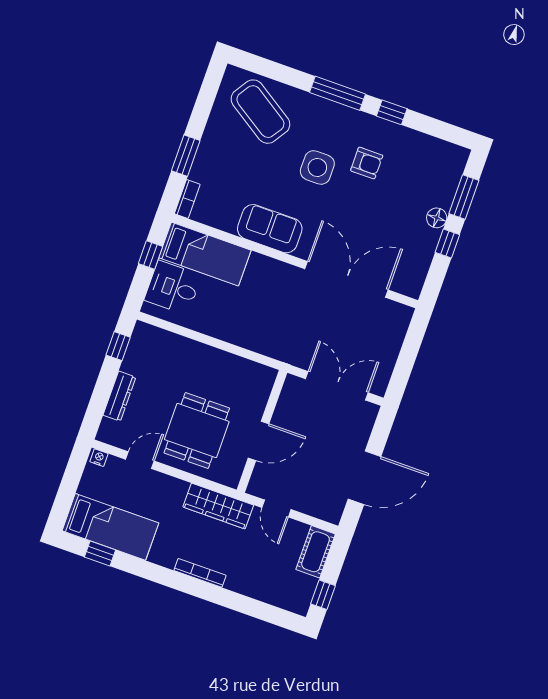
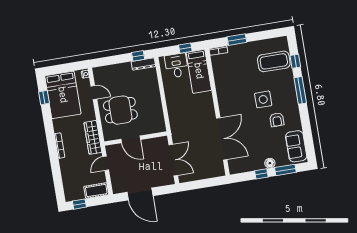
coffee table: (260, 112) -> (274, 61), turned 57
window: (392, 112) -> (295, 61), moved
sofa: (270, 229) -> (296, 146), moved, turned 180
dresser: (119, 396) -> (143, 64), moved
bed: (110, 527) -> (63, 95), width x1.50

